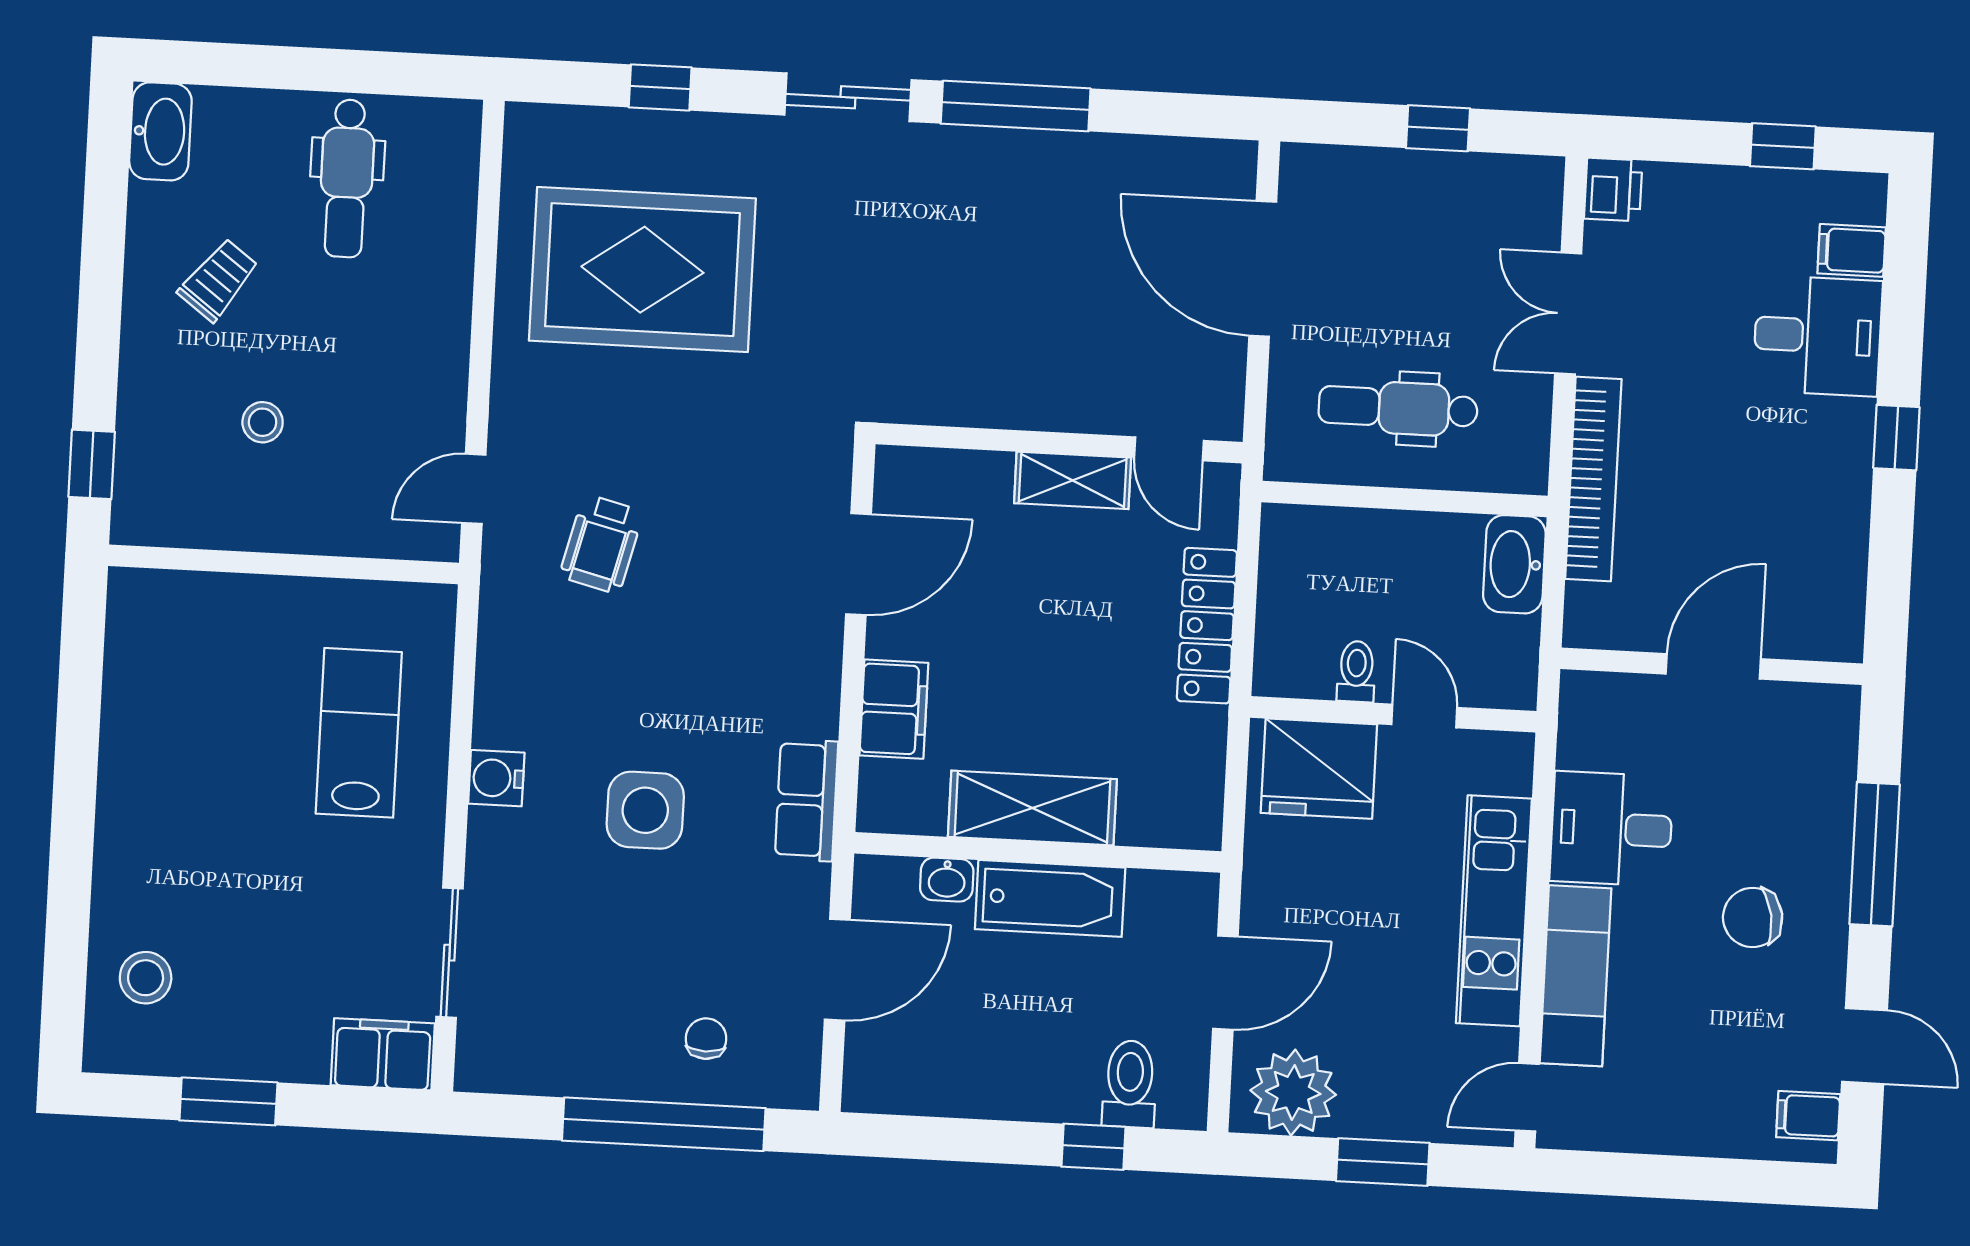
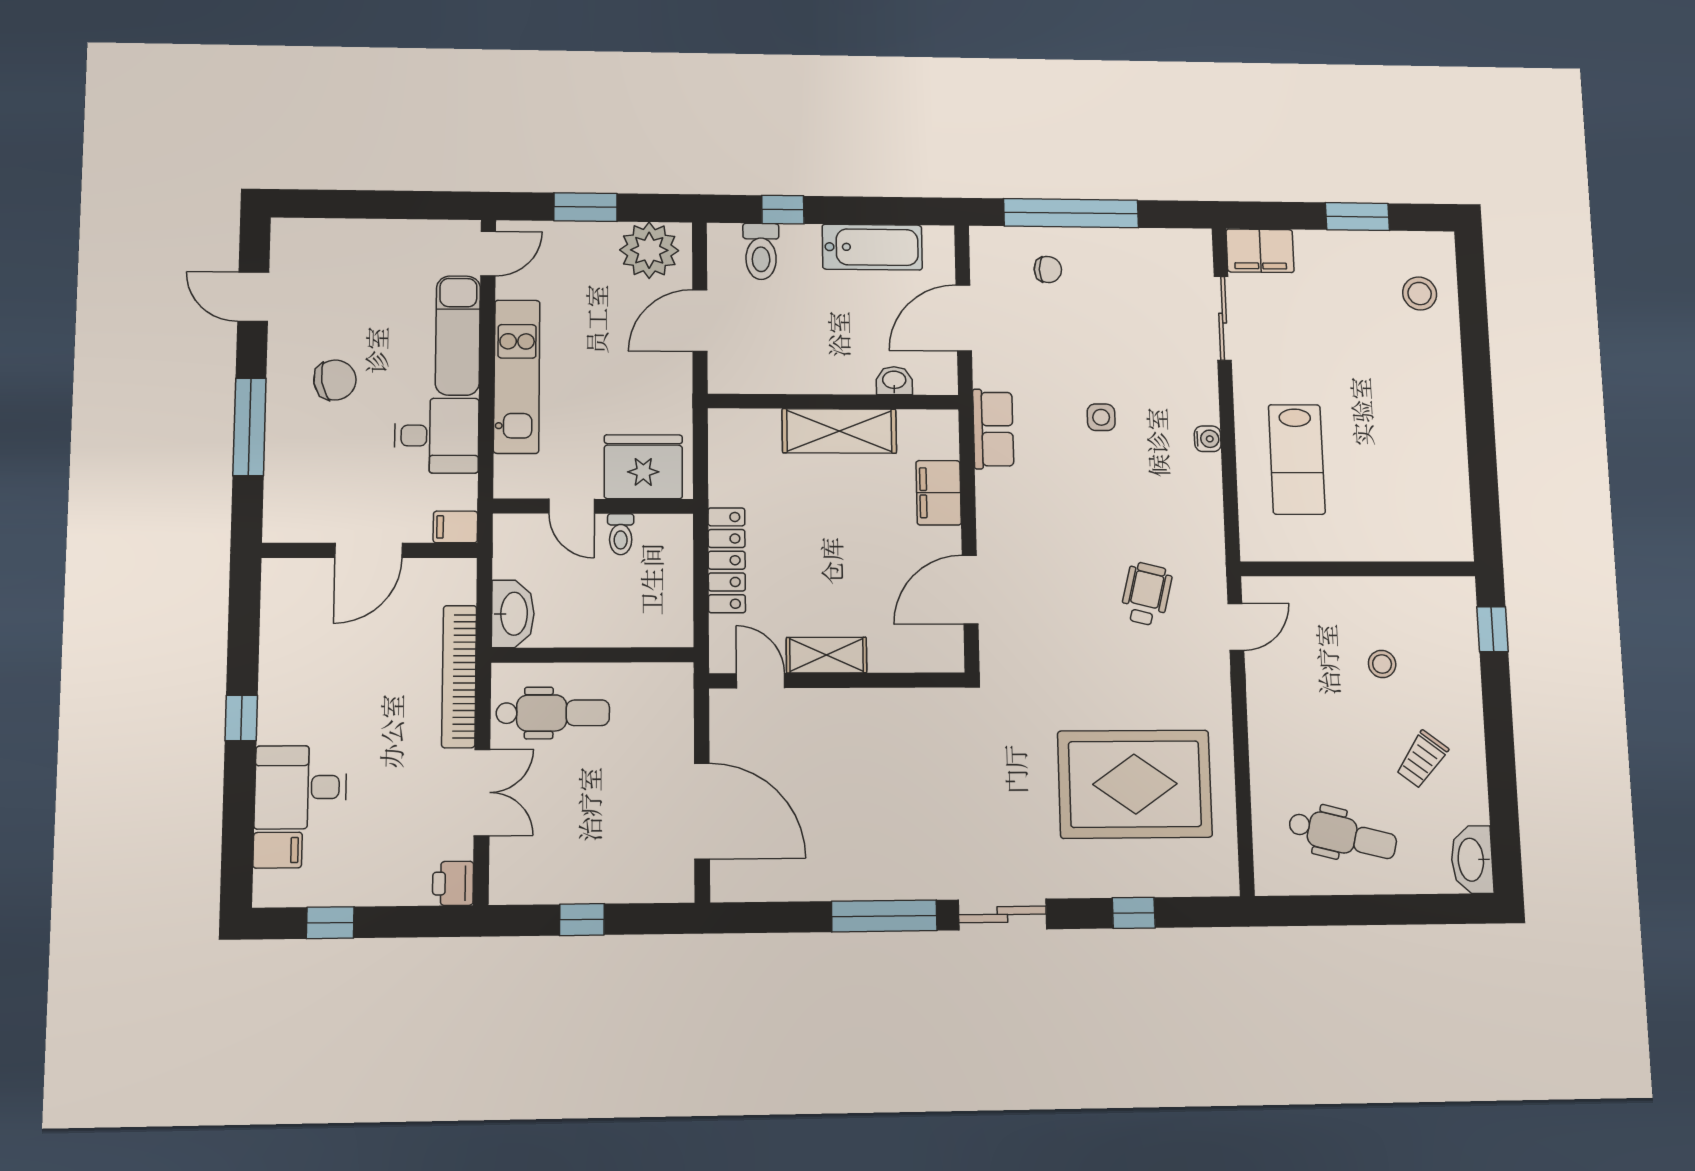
dental chair: (347, 178) -> (1343, 835), turned 104
dental chair: (1398, 408) -> (553, 713), moved
water cooler: (496, 778) -> (1208, 439), width x0.72, depth x0.72
side table: (645, 810) -> (1101, 417), width x0.54, depth x0.54
bathtub: (1050, 898) -> (872, 247), moved, turned 180
chair: (706, 1039) -> (1048, 269), turned -90
filing cabinet: (1808, 1116) -> (455, 527), moved, turned 180

